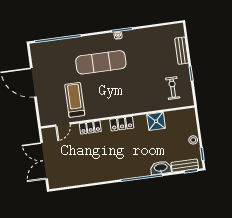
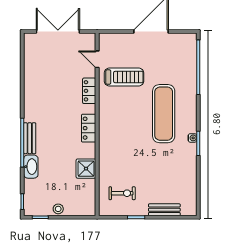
bench: (185, 166) -> (30, 138), moved

